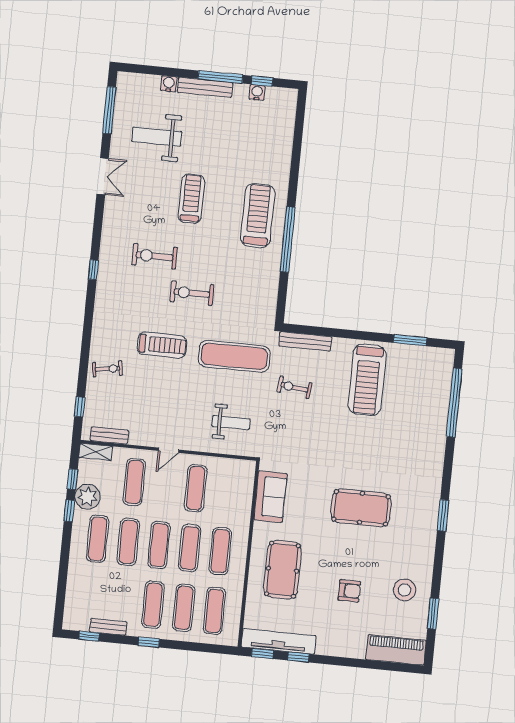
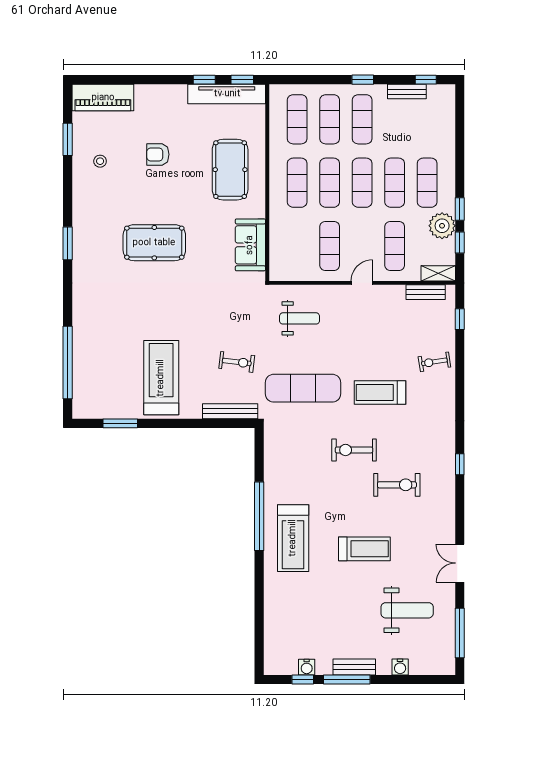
bench: (205, 87) -> (354, 667), width x0.73
treadmill: (191, 199) -> (364, 549), turned -90
exercise bike: (192, 293) -> (354, 450), turned 180
weight bench: (231, 423) -> (300, 318), turned 180
stool: (405, 590) -> (100, 161), width x0.53, depth x0.53

